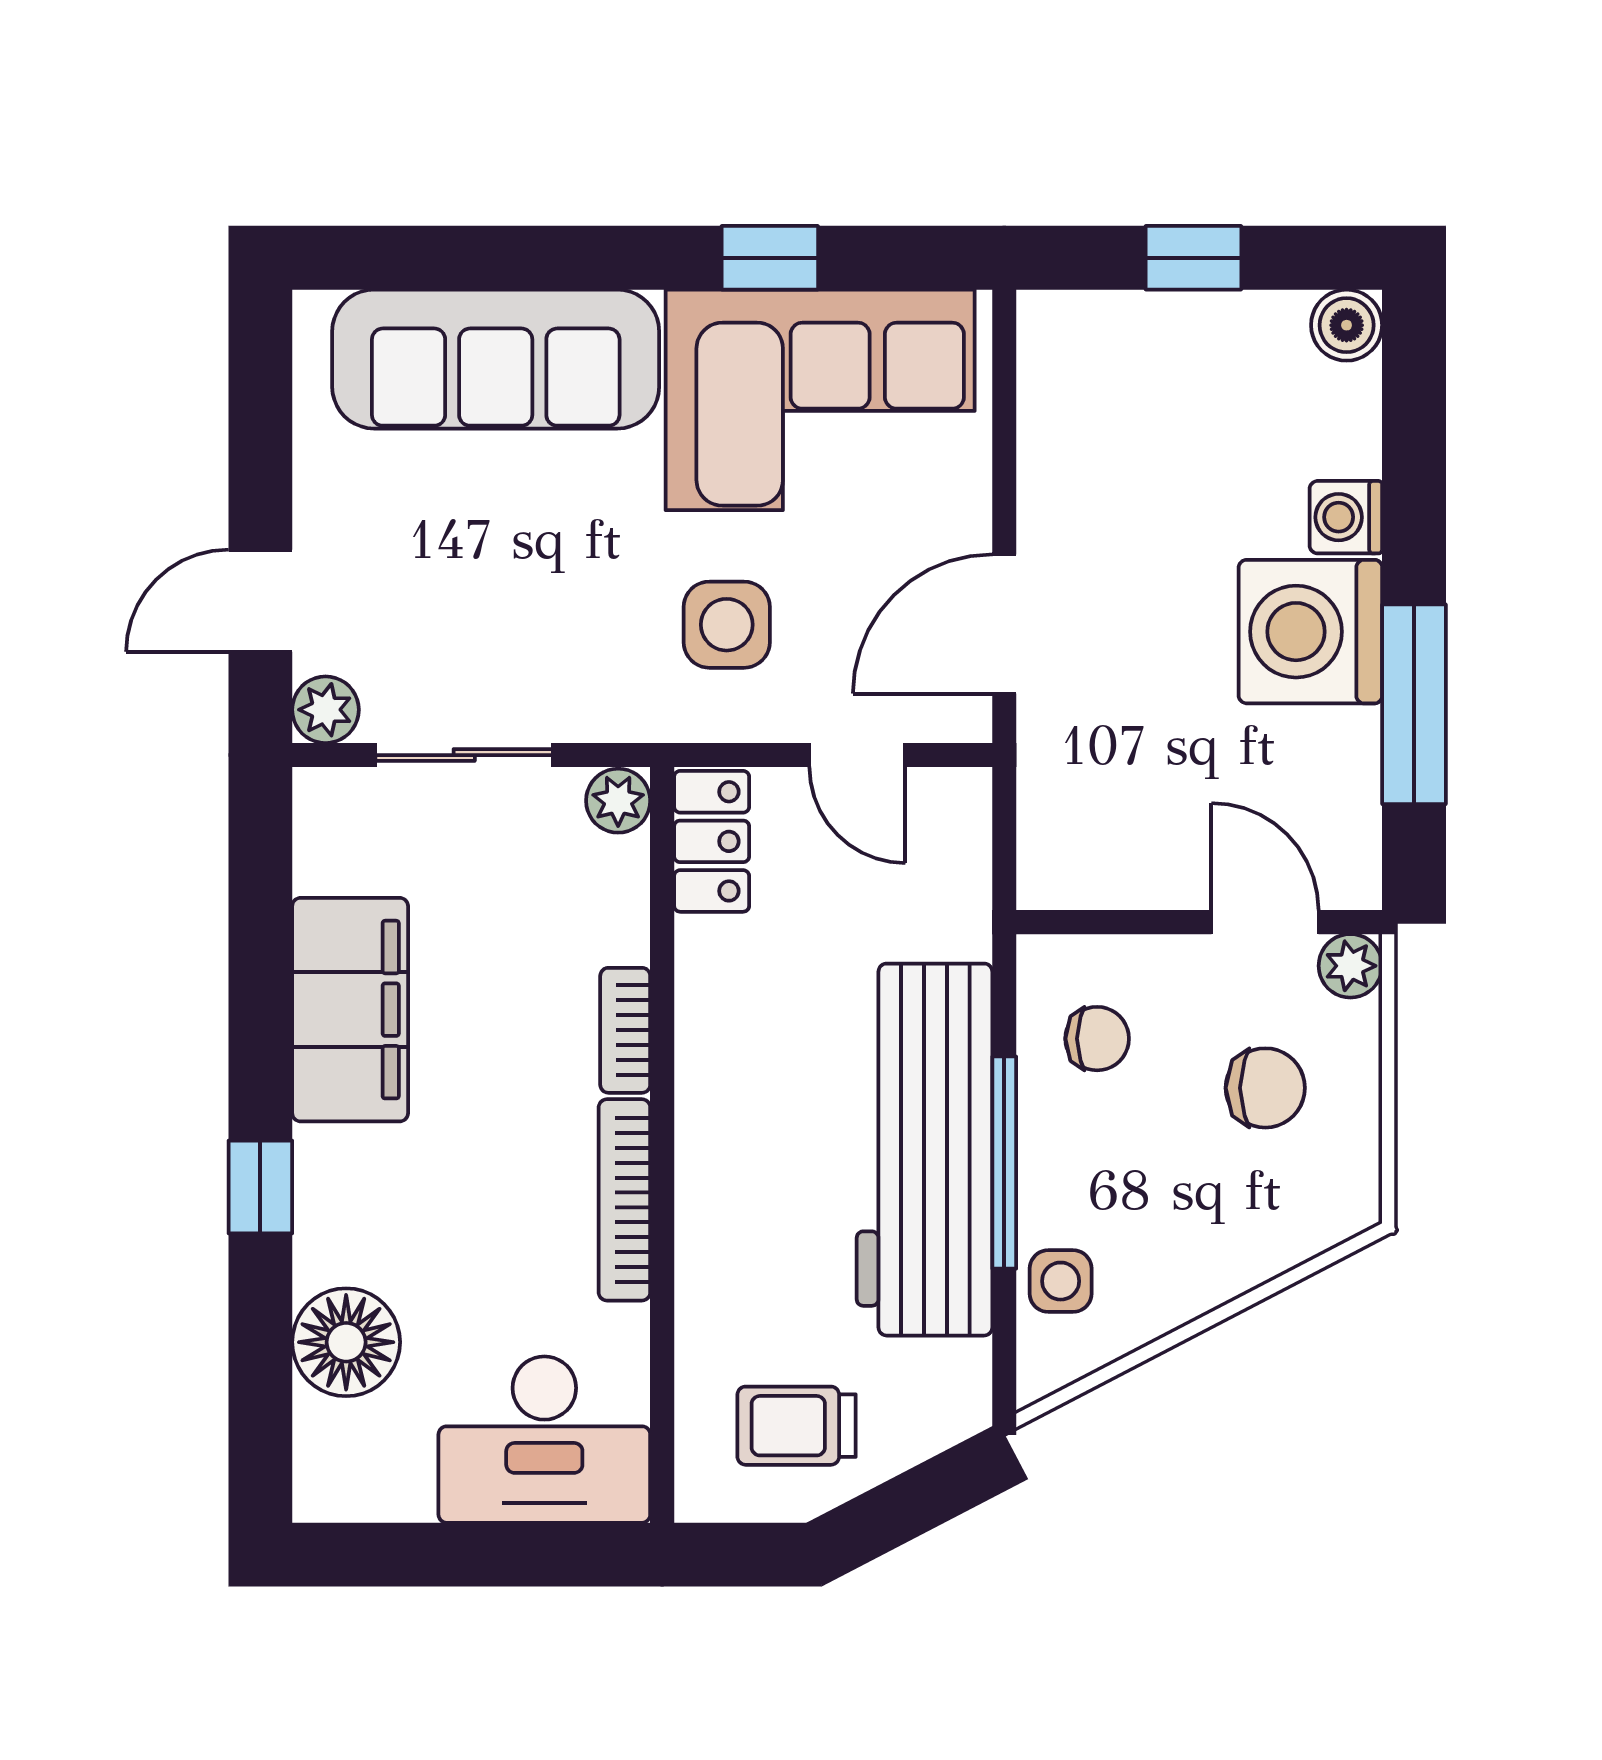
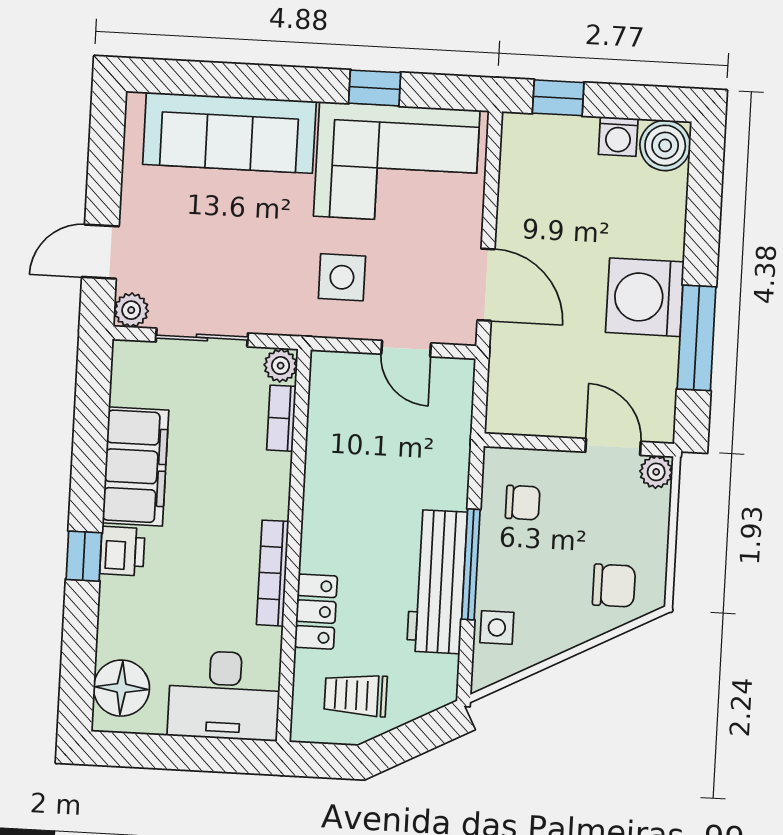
window: (1193, 258) -> (558, 98), moved
boiler: (1347, 325) -> (665, 145), width x1.36, depth x1.36
washing machine: (1346, 517) -> (618, 137), moved, turned -90
door: (1004, 624) -> (486, 285), swing flipped
locker: (712, 841) -> (316, 612), moved
bookcase: (625, 1030) -> (281, 418), moved
chair: (1265, 1088) -> (614, 586), moved
workbench: (925, 1150) -> (437, 582), width x0.73, depth x0.76
printer: (334, 1173) -> (122, 551), added
floor lamp: (346, 1342) -> (121, 688), moved

